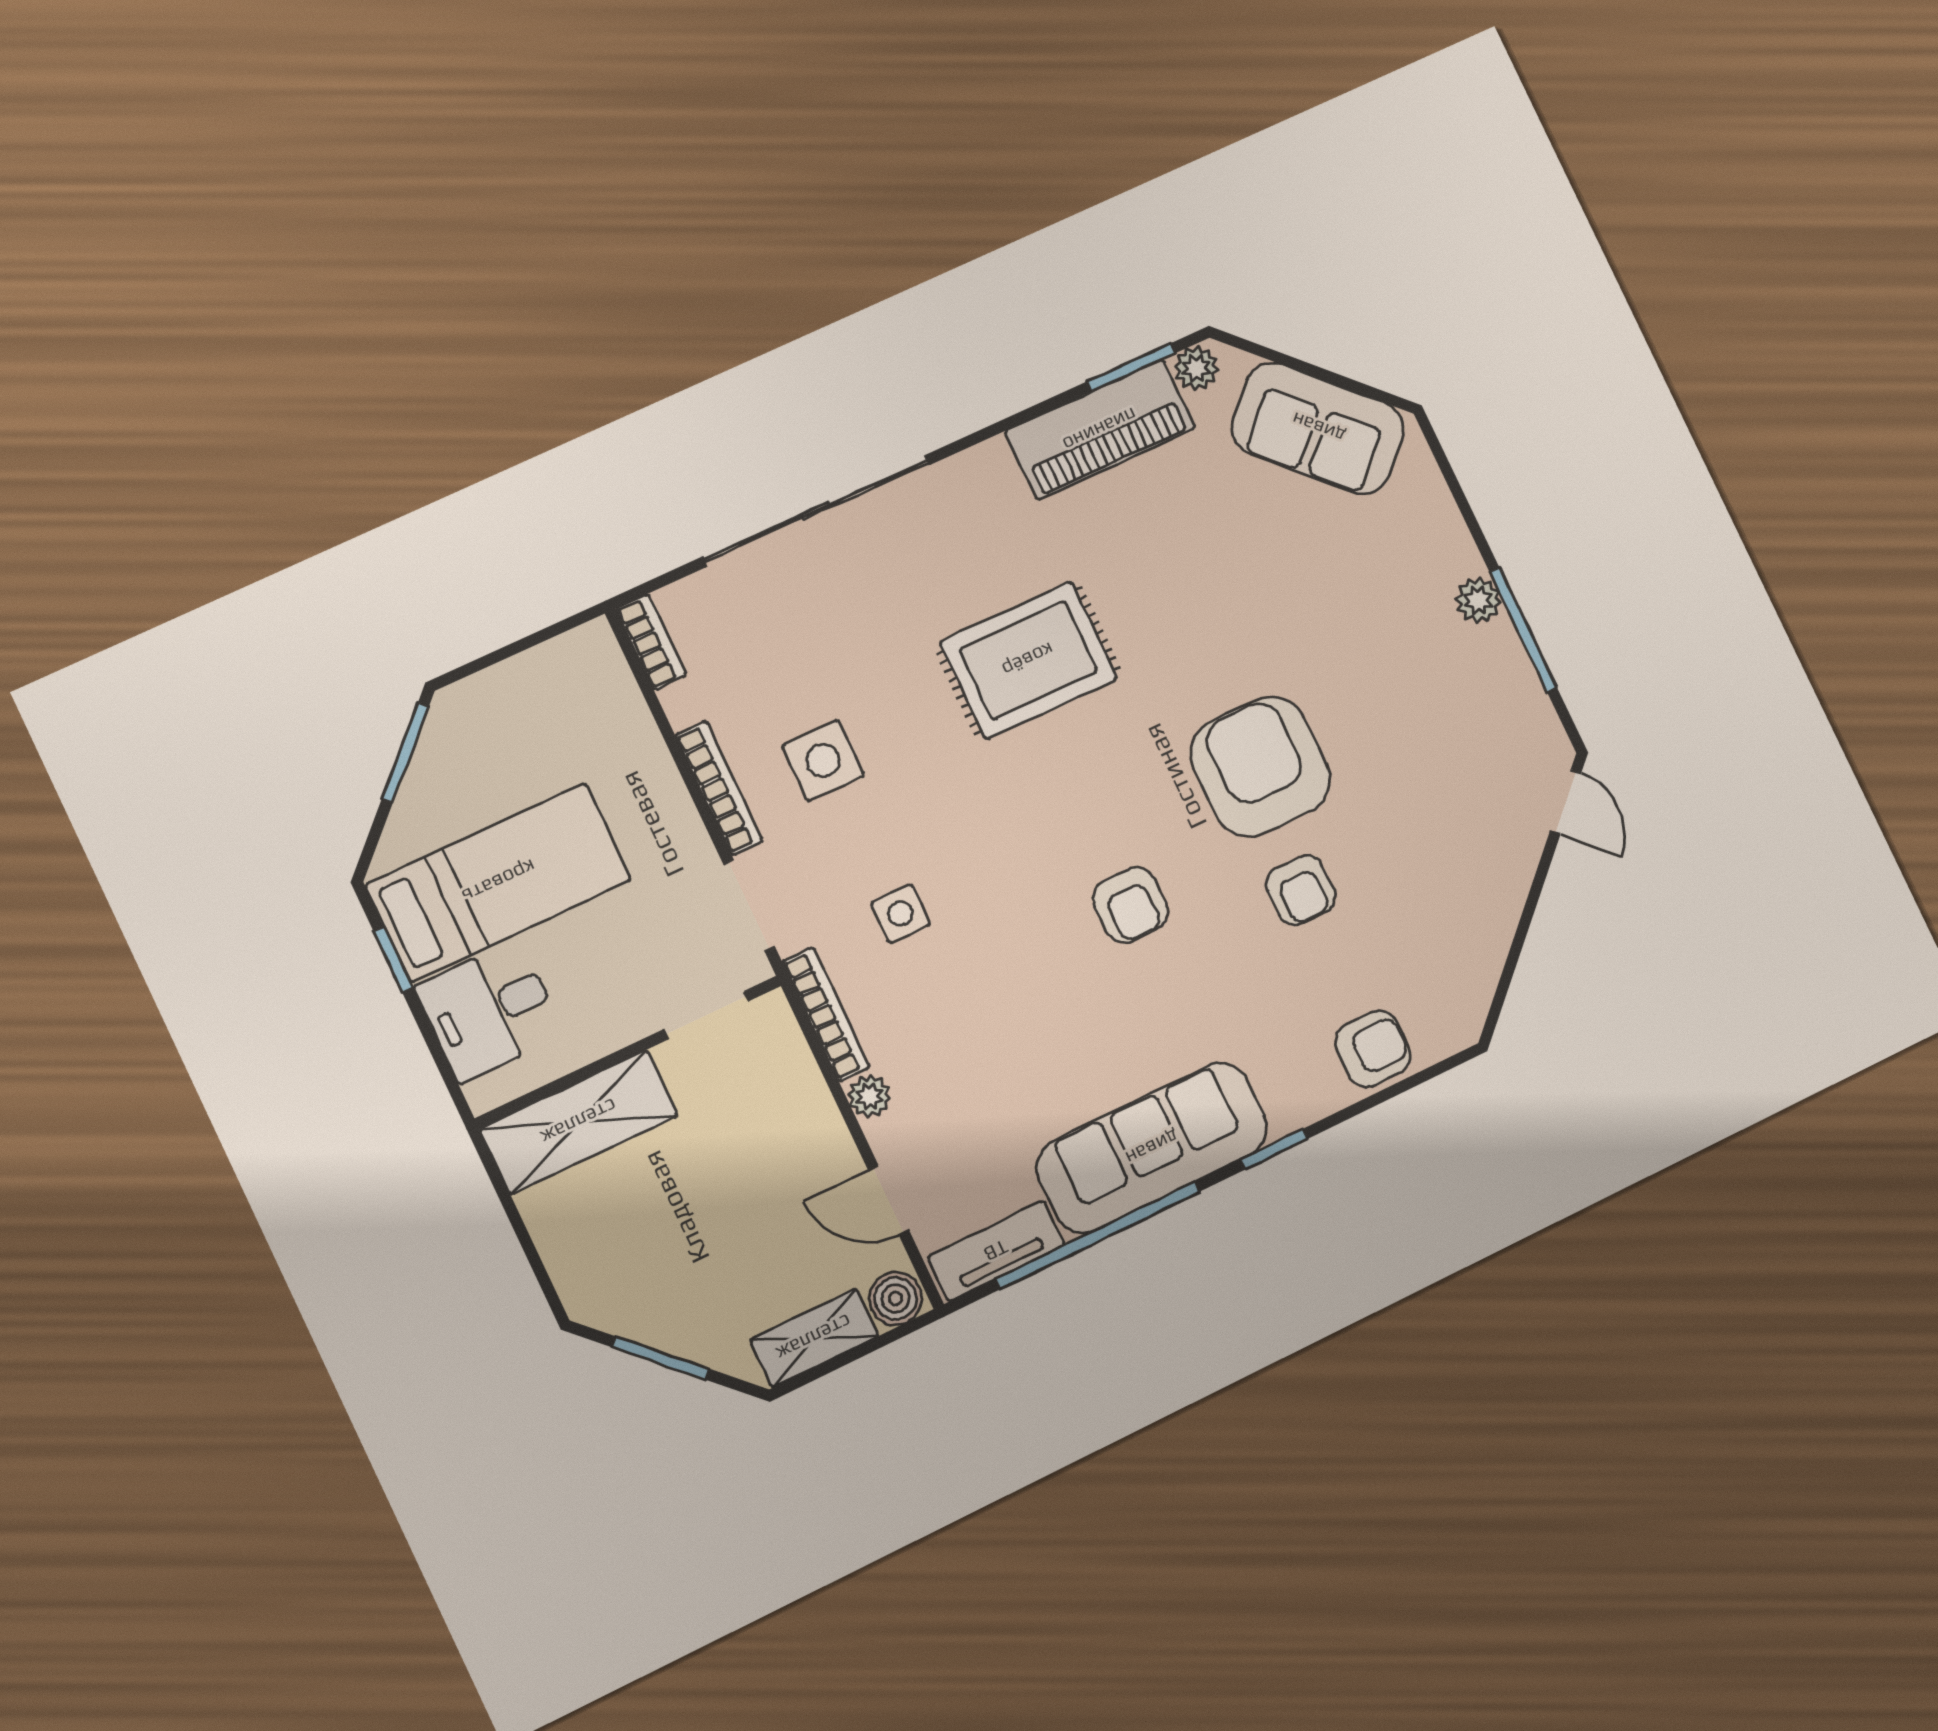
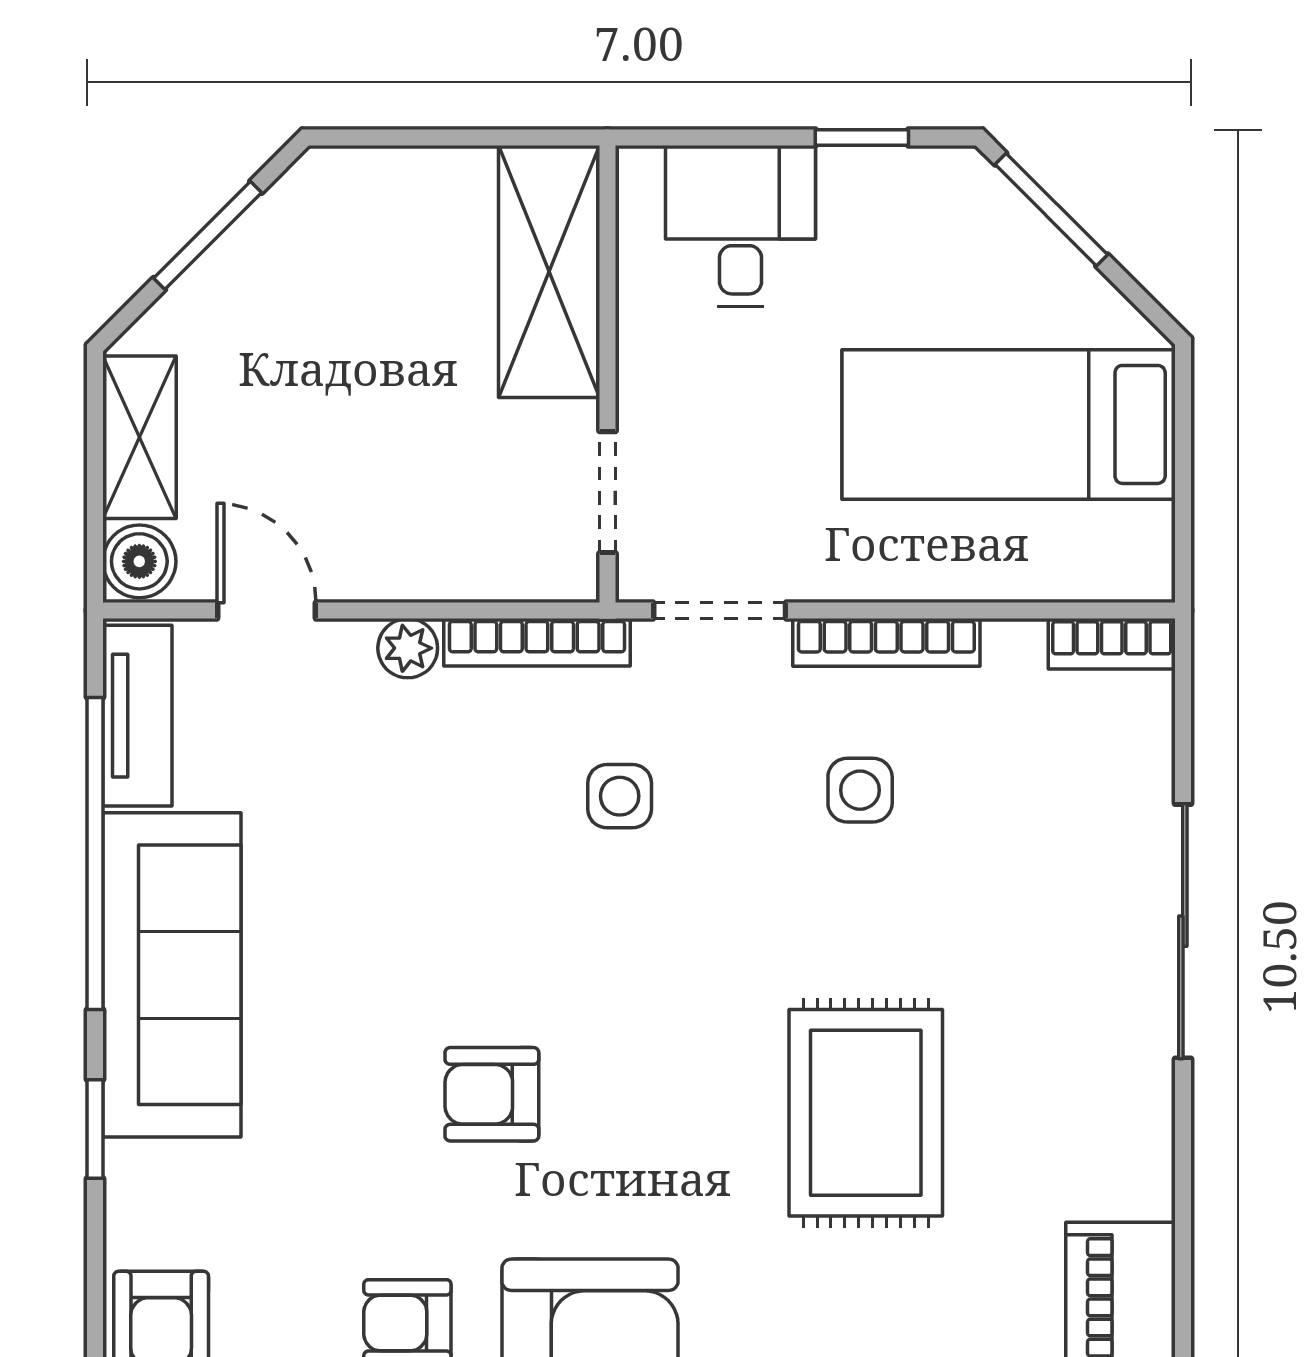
sliding door: (816, 511) -> (1183, 931), width x0.73
window: (405, 753) -> (1051, 210), moved
side table: (823, 760) -> (860, 790), width x0.73, depth x0.73
bed: (499, 882) -> (1009, 424), moved, turned 90
door: (888, 1200) -> (267, 611), hinge flipped

